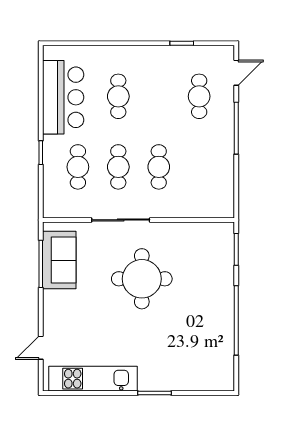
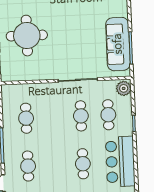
cafe table: (159, 167) -> (26, 118), moved
plant: (54, 205) -> (124, 88), added
sofa: (59, 260) -> (118, 44), width x1.36
round table: (142, 279) -> (27, 36), moved

